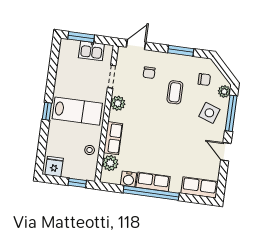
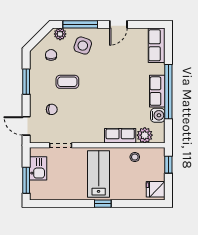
plant: (118, 103) -> (86, 136), removed

